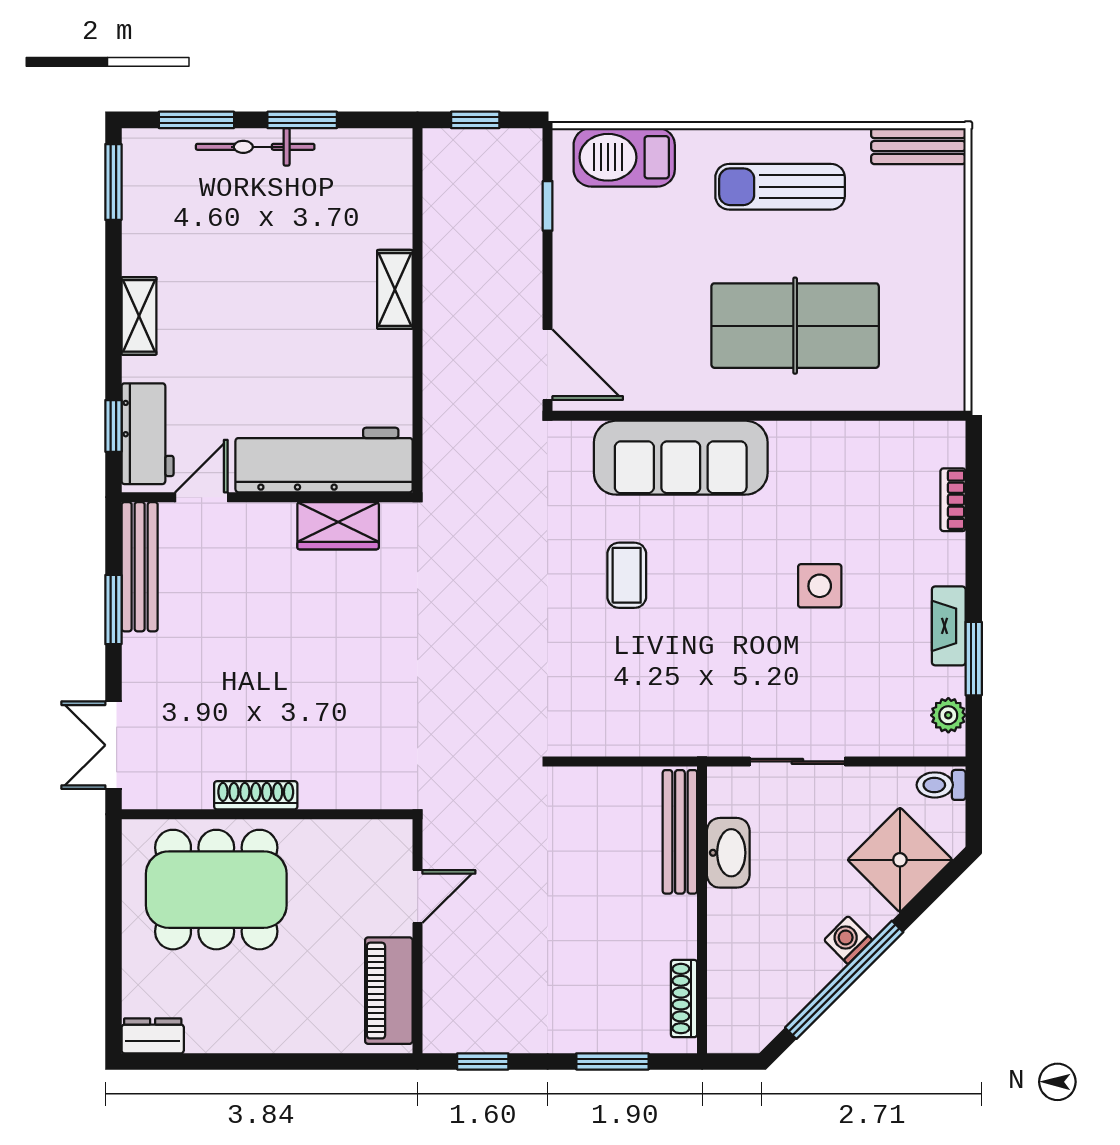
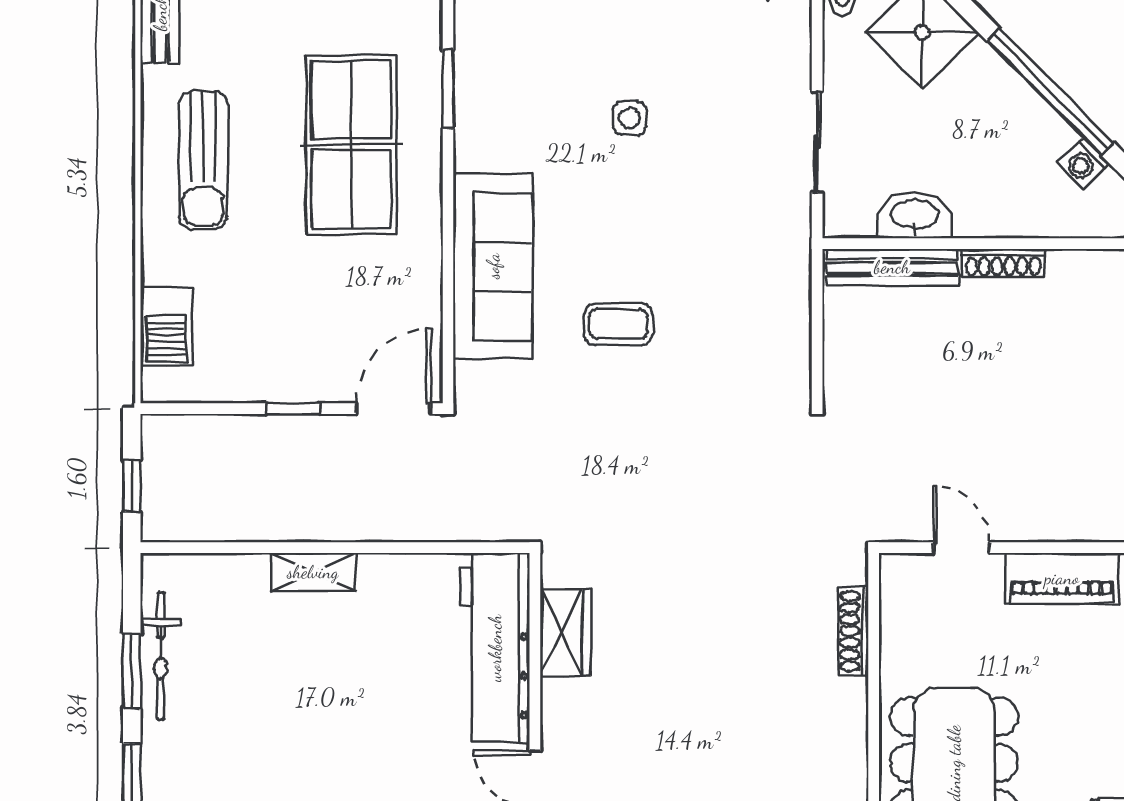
bicycle: (255, 147) -> (161, 656), moved
barbecue: (624, 157) -> (166, 327), width x0.73, depth x0.83
window: (548, 206) -> (293, 409), moved
window: (847, 416) -> (448, 89), added
side table: (820, 586) -> (630, 118), width x0.73, depth x0.73
shoe rack: (256, 795) -> (853, 631), moved
washing machine: (848, 940) -> (1083, 163), moved
shoe rack: (684, 999) -> (1003, 263), moved

